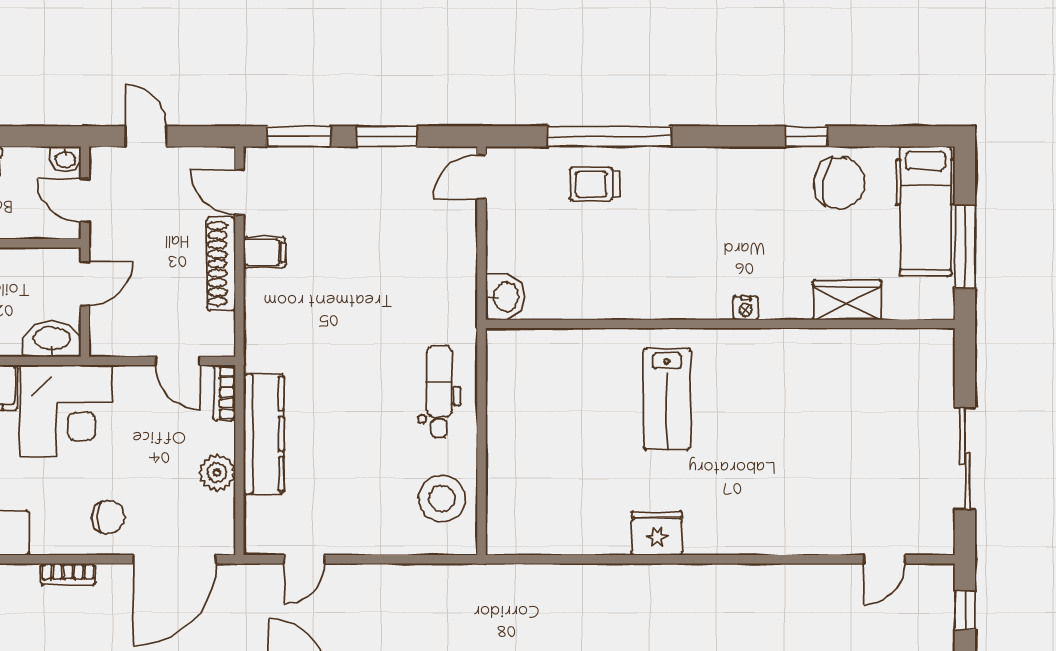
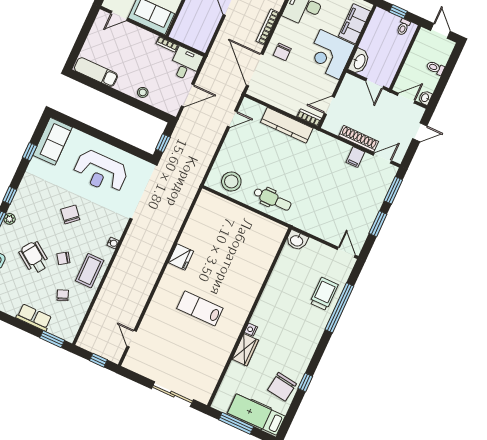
trolley: (595, 184) -> (324, 294), width x1.36, depth x1.39
wardrobe: (847, 300) -> (245, 350), moved
lab bench: (667, 399) -> (200, 308), moved
sliding door: (965, 459) -> (173, 394), moved
plant: (217, 473) -> (280, 101), removed
door: (304, 559) -> (232, 119), swing flipped
bookcase: (68, 574) -> (267, 27), width x1.56

